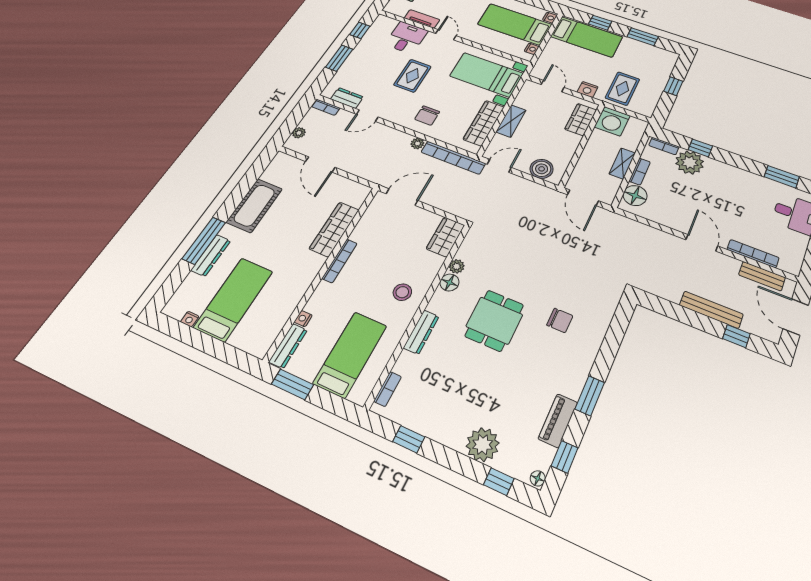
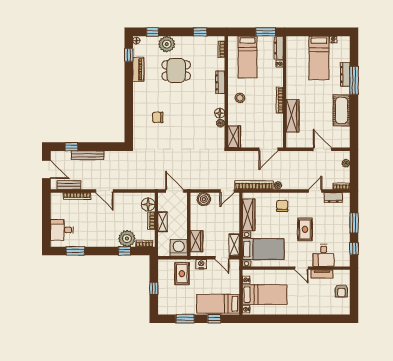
shelving: (511, 121) -> (234, 245), moved
dining table: (494, 320) -> (176, 70), moved, turned 90
window: (590, 396) -> (129, 87), removed

